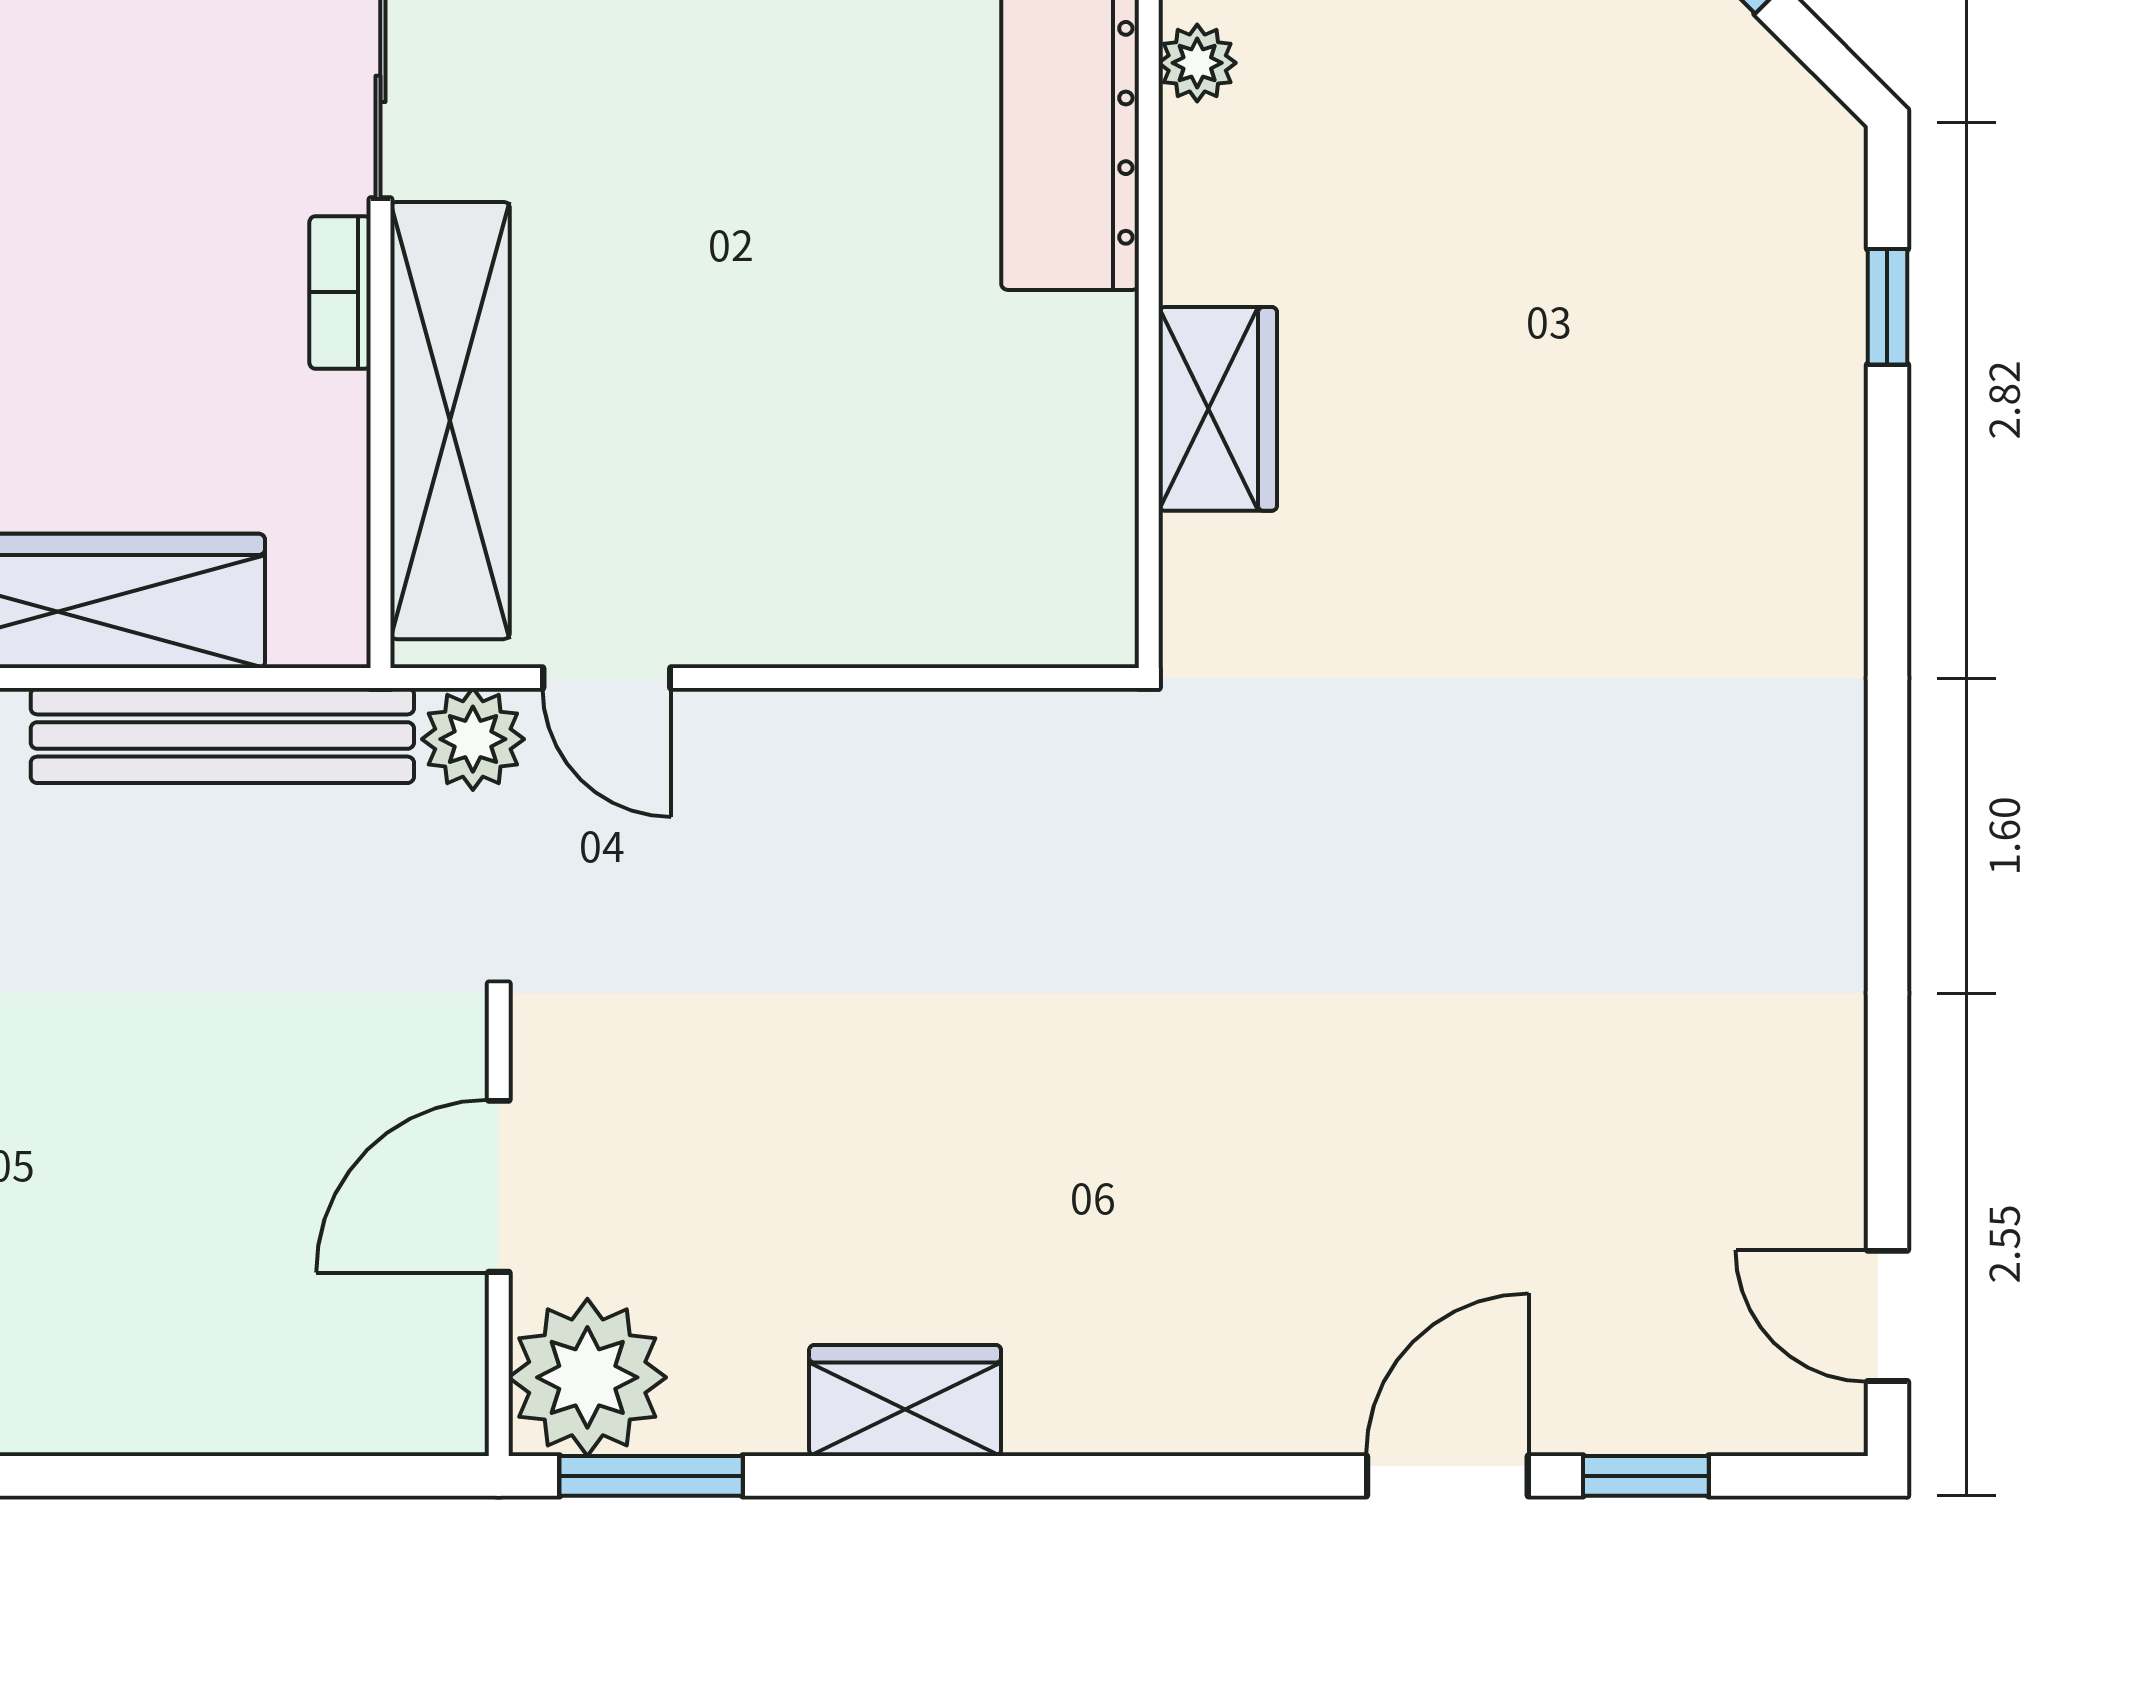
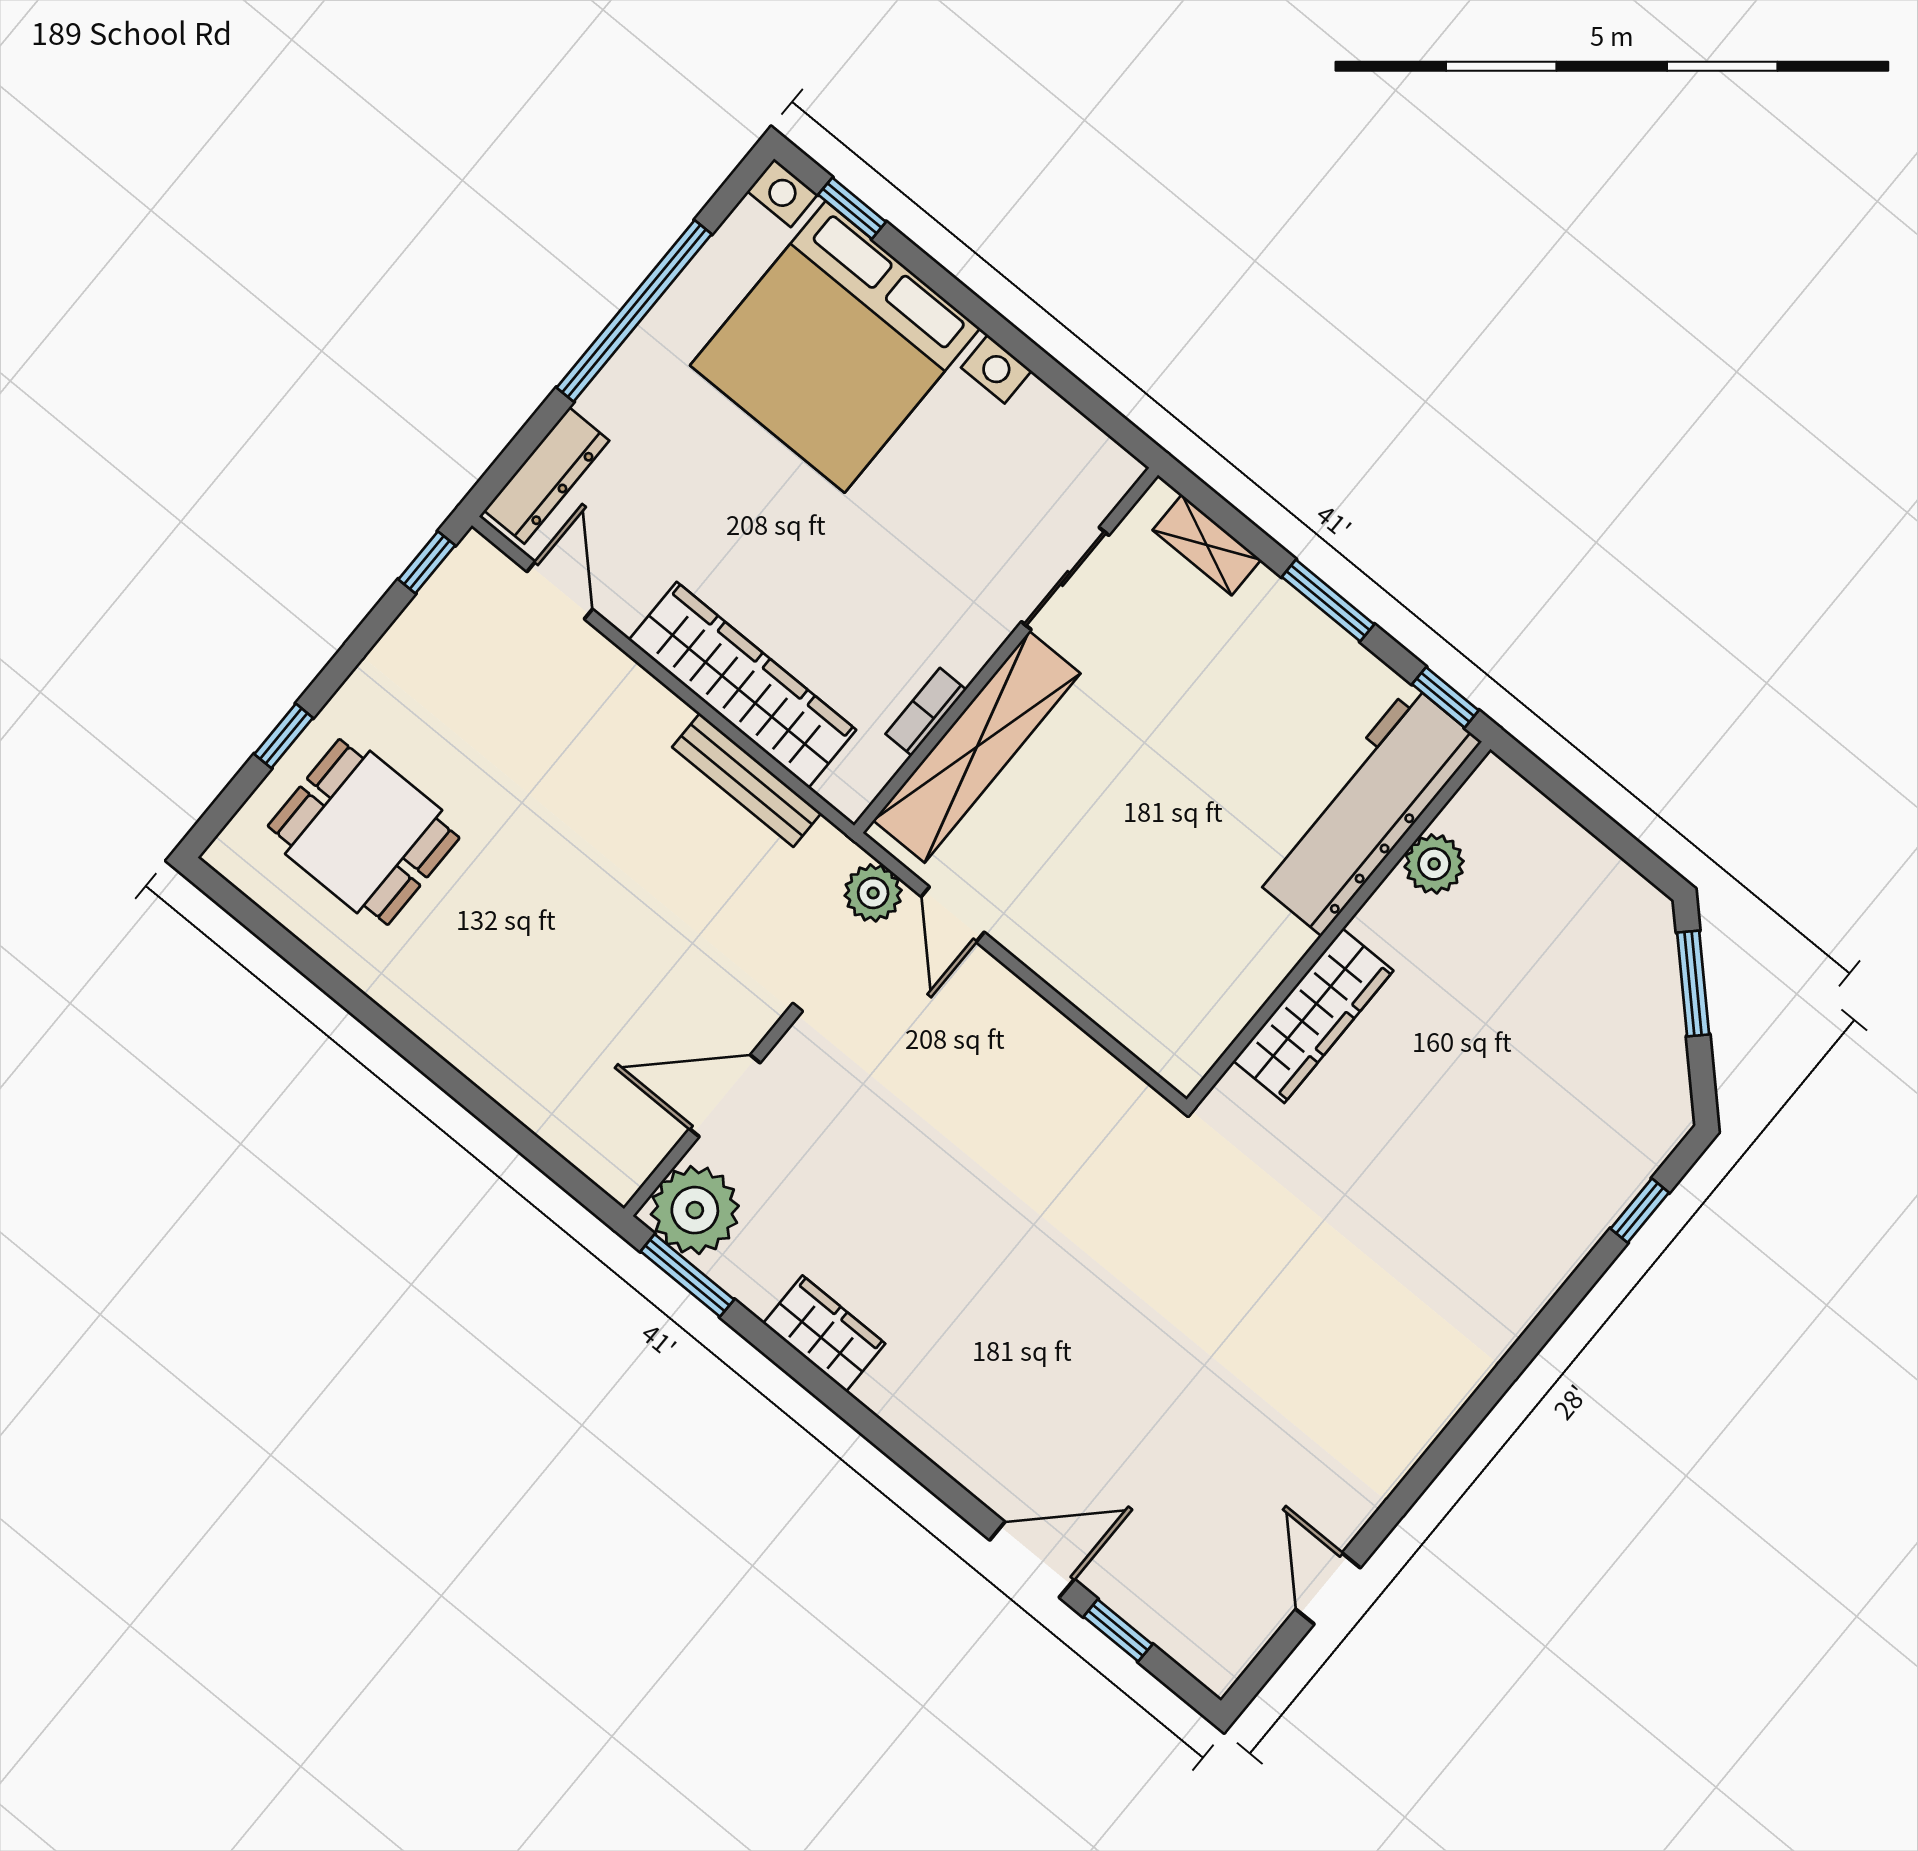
plant: (1197, 63) -> (1434, 864), width x1.38, depth x1.38
bookcase: (340, 292) -> (926, 712), moved
wardrobe: (1218, 409) -> (1313, 1016), width x1.50
bench: (222, 735) -> (747, 780), width x0.73, depth x0.82
door: (1887, 1316) -> (1328, 1589), moved

